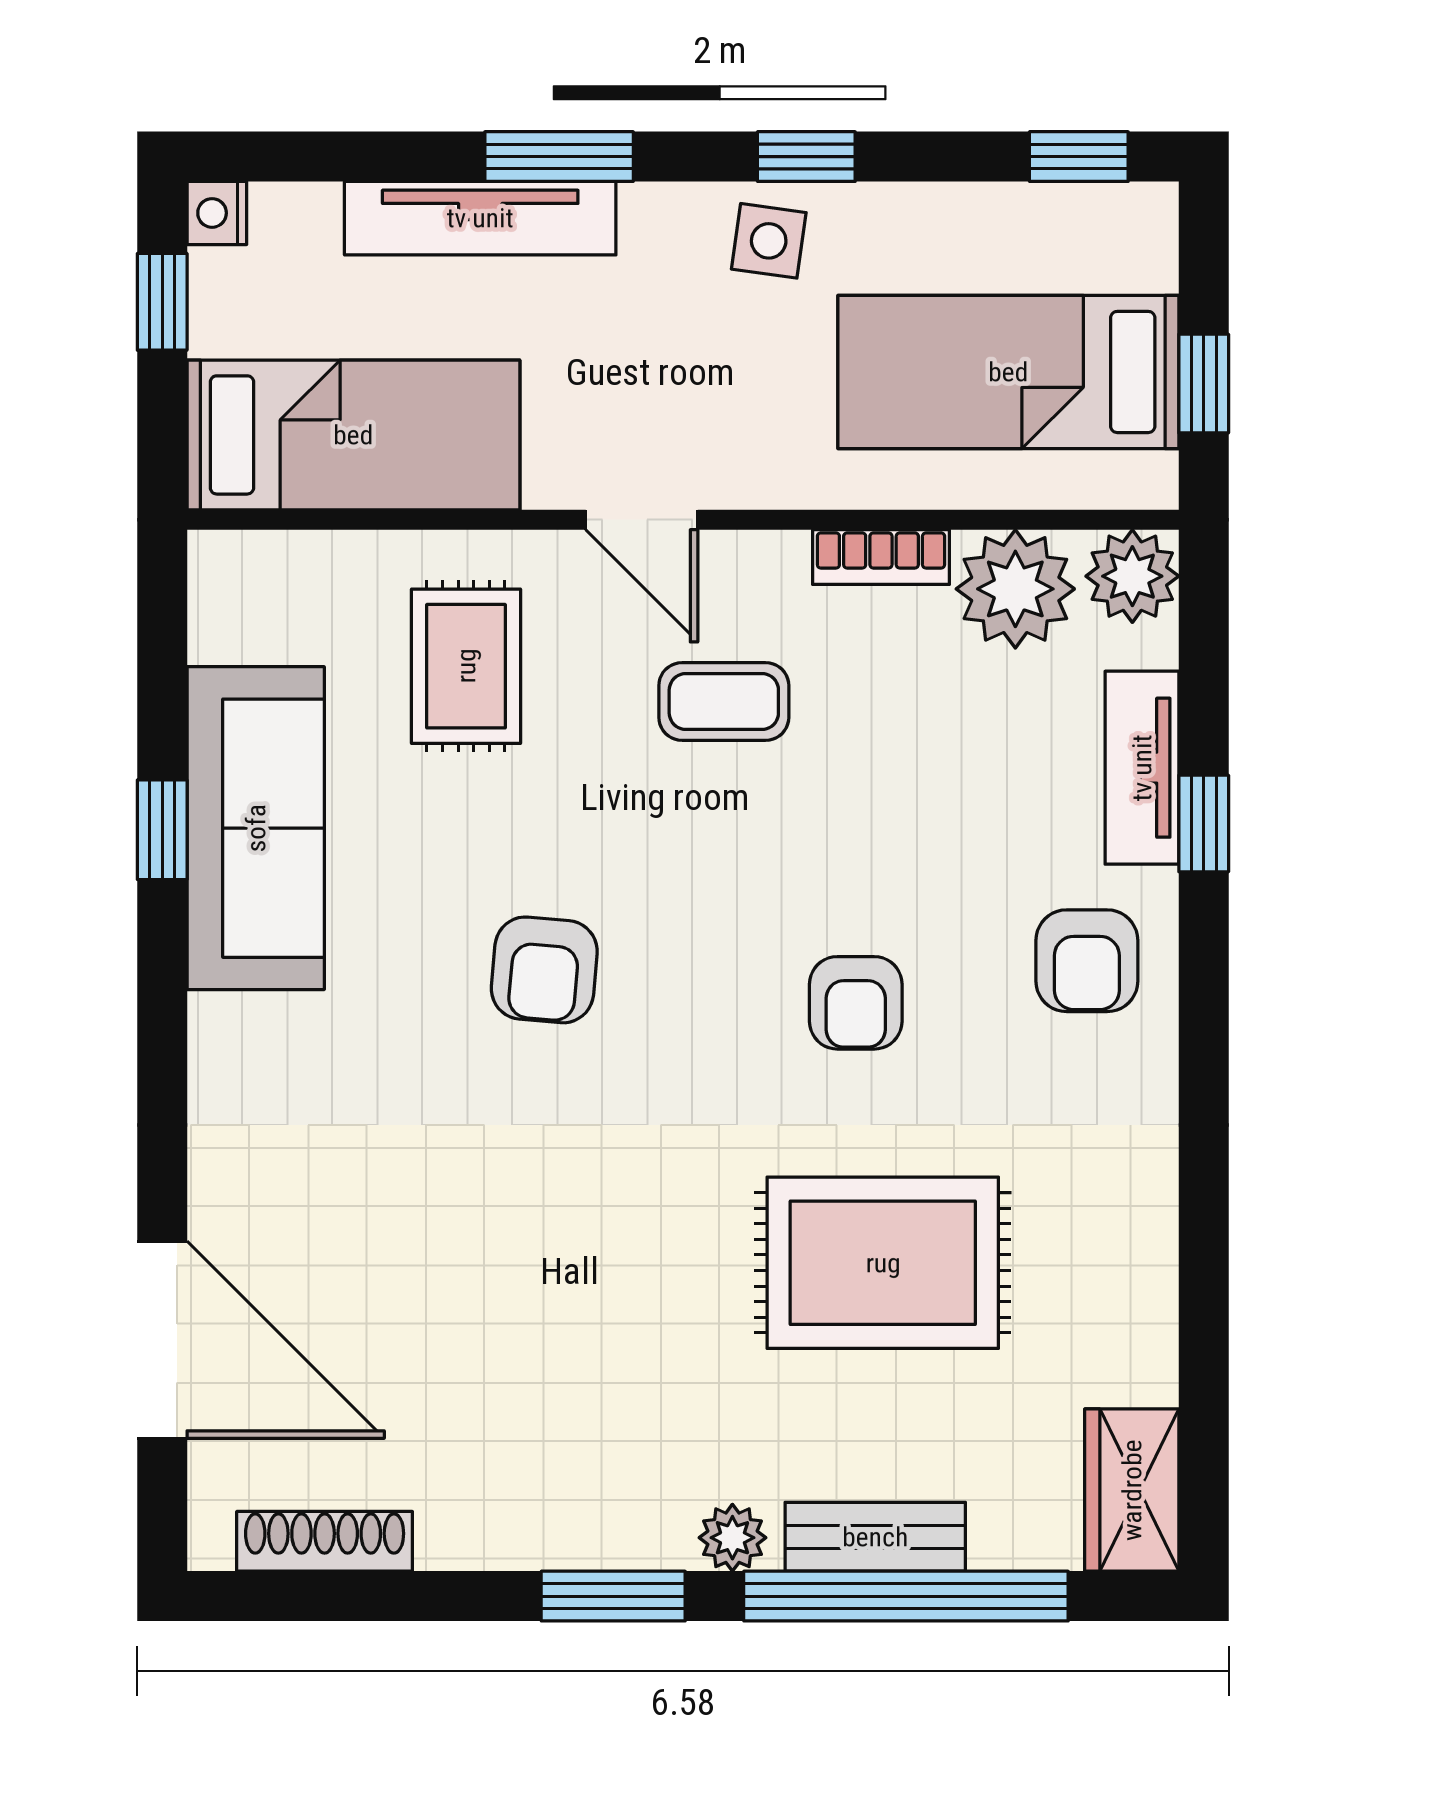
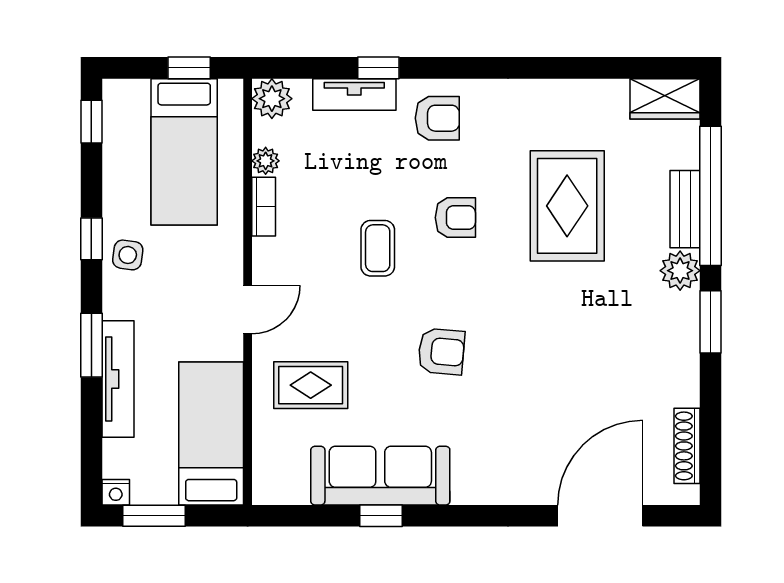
window: (162, 302) -> (154, 516), width x1.50
plant: (1015, 589) -> (266, 161), width x0.53, depth x0.53
coffee table: (724, 701) -> (378, 248), moved
plant: (732, 1538) -> (680, 271), width x1.38, depth x1.38

